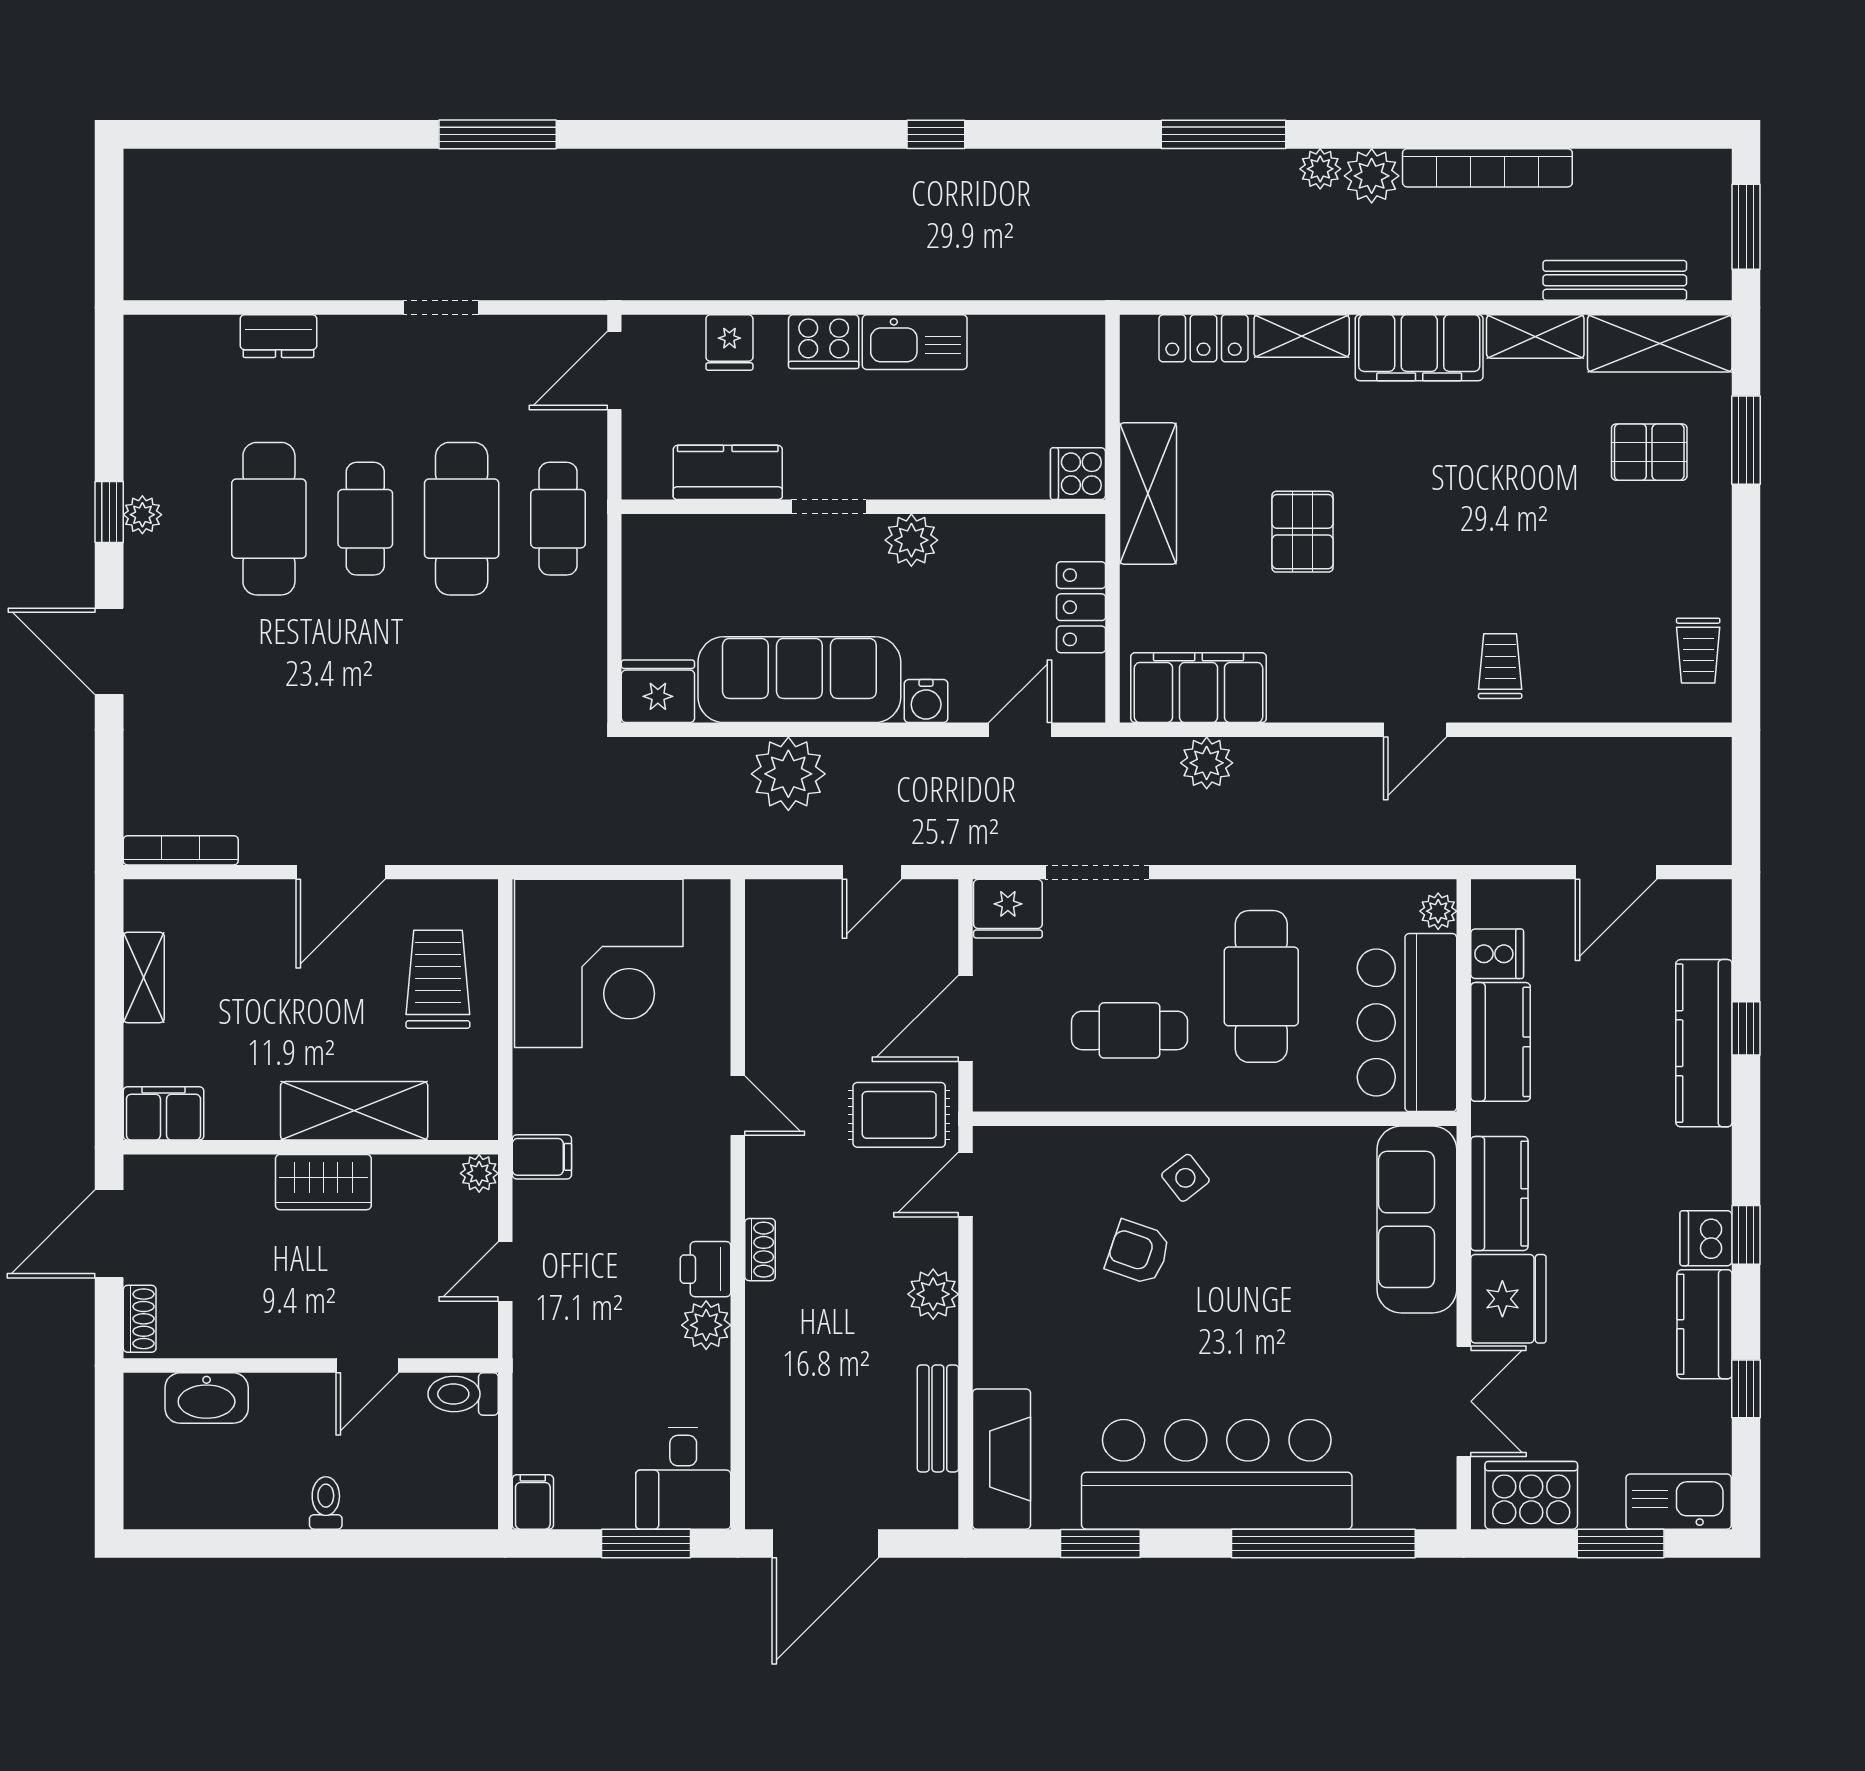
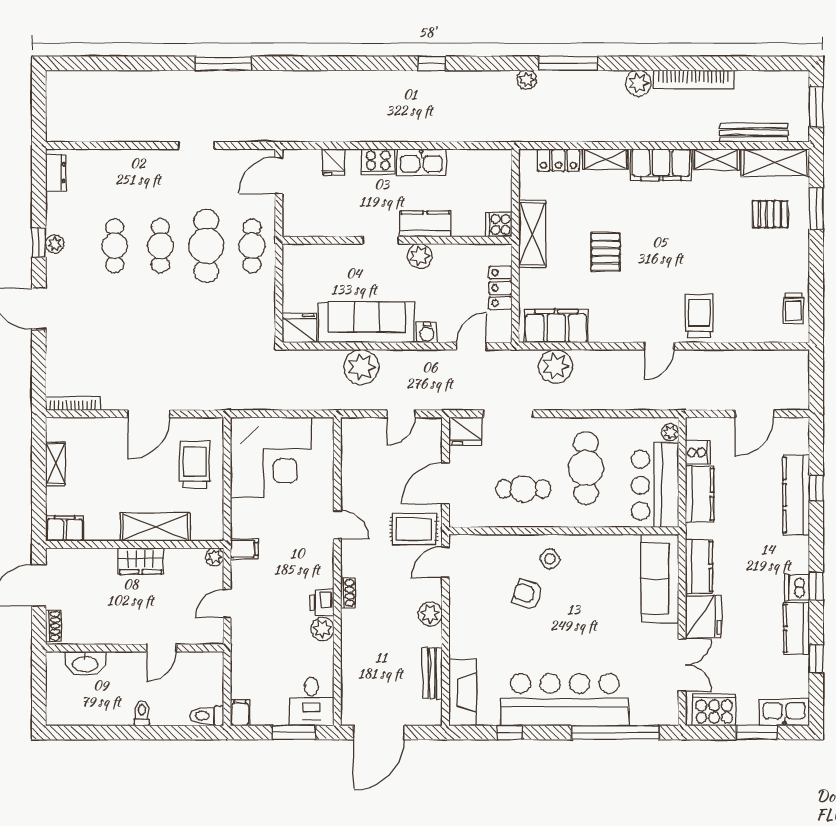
plant: (1320, 169) -> (527, 80), moved
dresser: (278, 336) -> (56, 173), moved, turned -90
kitchen counter: (728, 472) -> (425, 224), moved
cafe table: (269, 519) -> (115, 246), width x0.73, depth x0.74
trolley: (1500, 666) -> (699, 316), width x1.36, depth x1.39
plant: (1207, 763) -> (556, 366), width x1.36, depth x1.36
toilet: (463, 1394) -> (207, 716), moved
window: (1100, 1544) -> (510, 733), width x0.67

